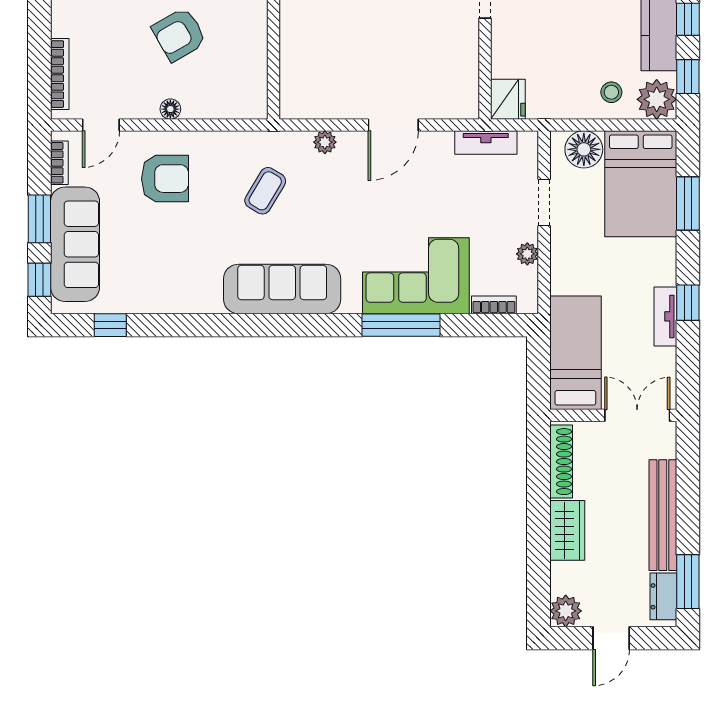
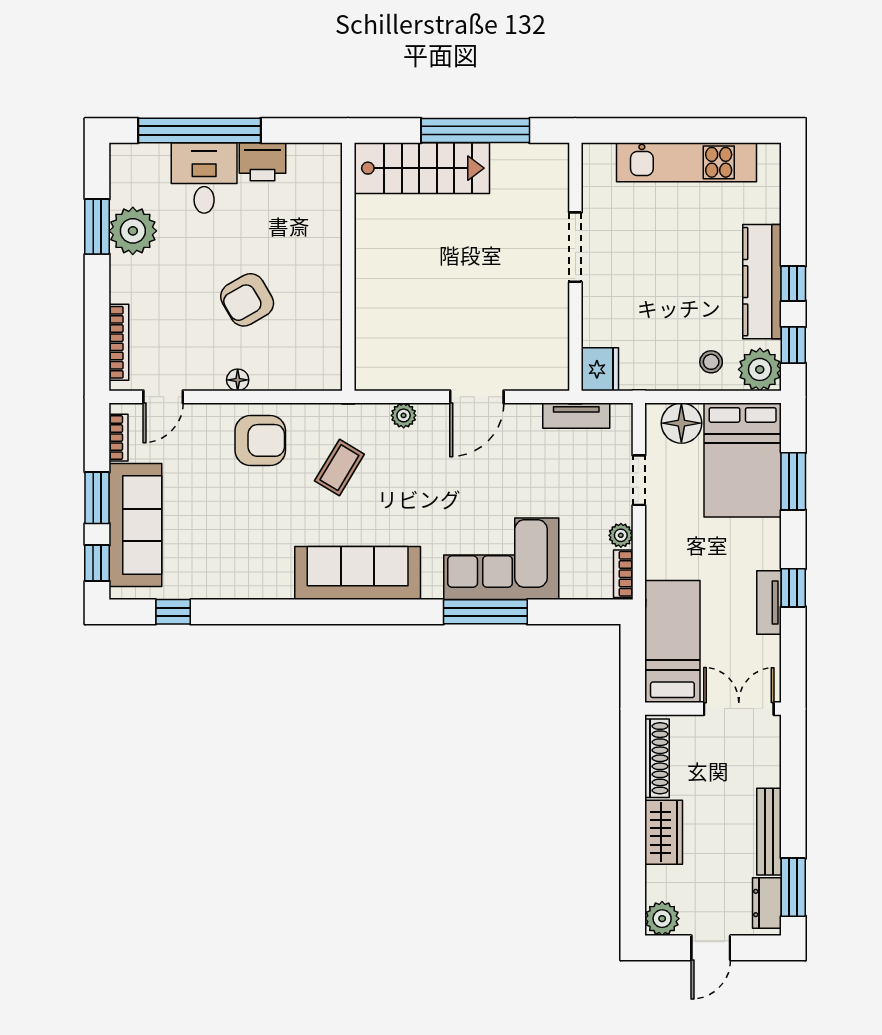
armchair: (165, 179) -> (260, 440), moved
bookcase: (494, 305) -> (623, 574), moved, turned -90
bench: (663, 515) -> (769, 832), width x0.73, depth x0.82

